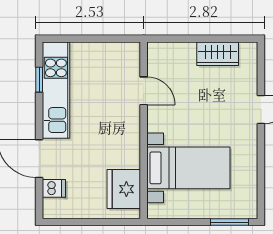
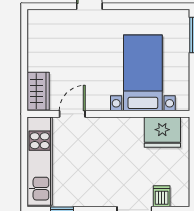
wardrobe: (218, 54) -> (38, 91), moved
kitchen unit: (56, 90) -> (40, 161), moved, turned 90

